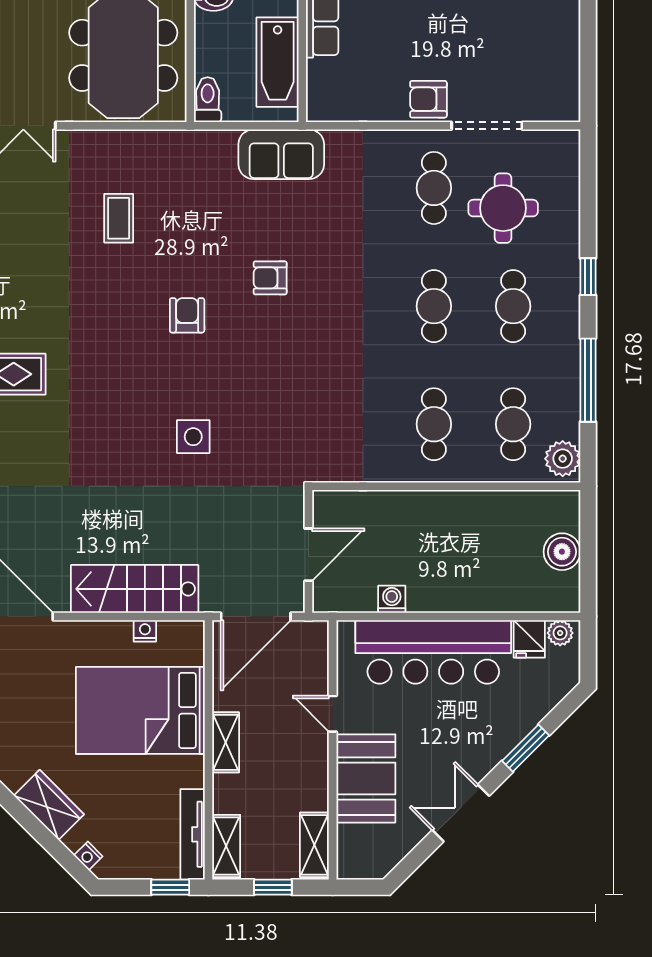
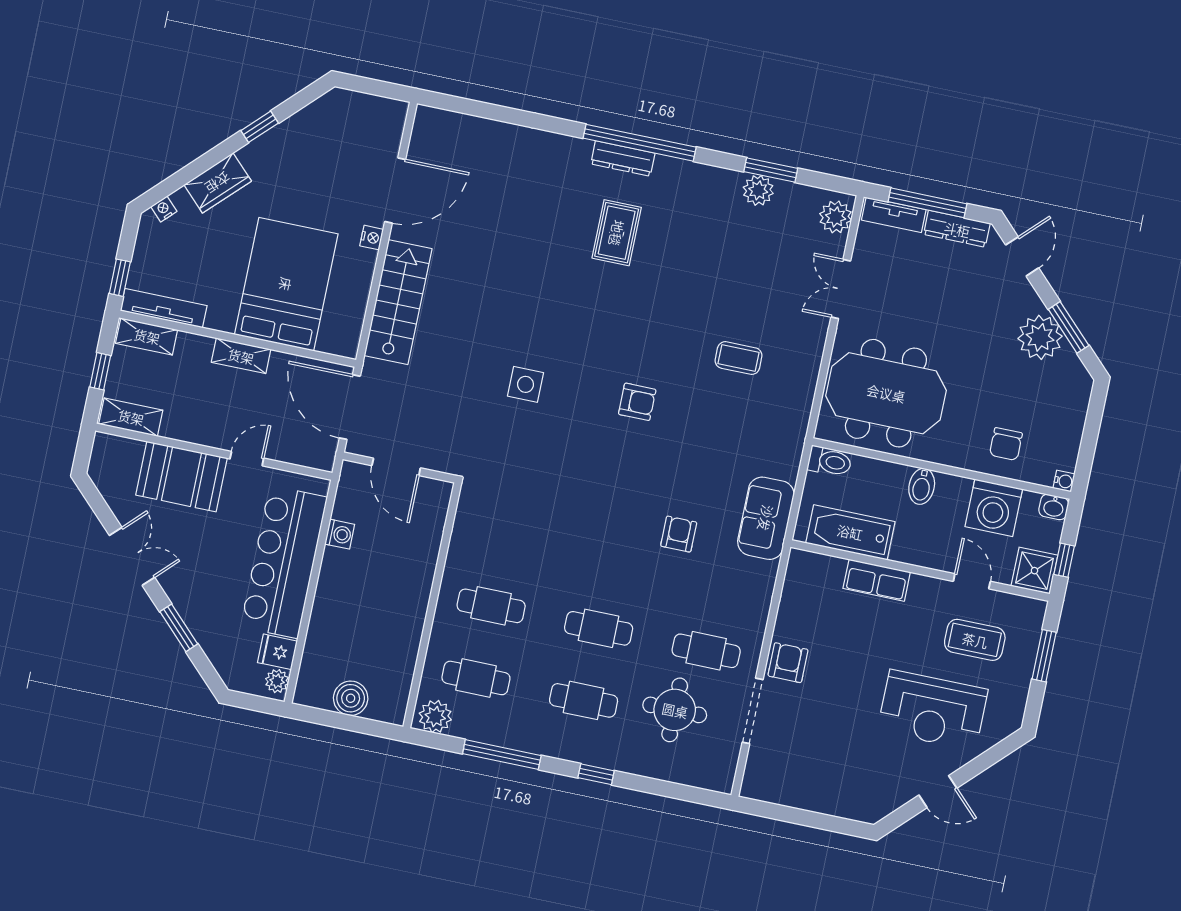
armchair: (270, 278) -> (679, 534), moved
nightstand: (145, 631) -> (372, 238), moved

